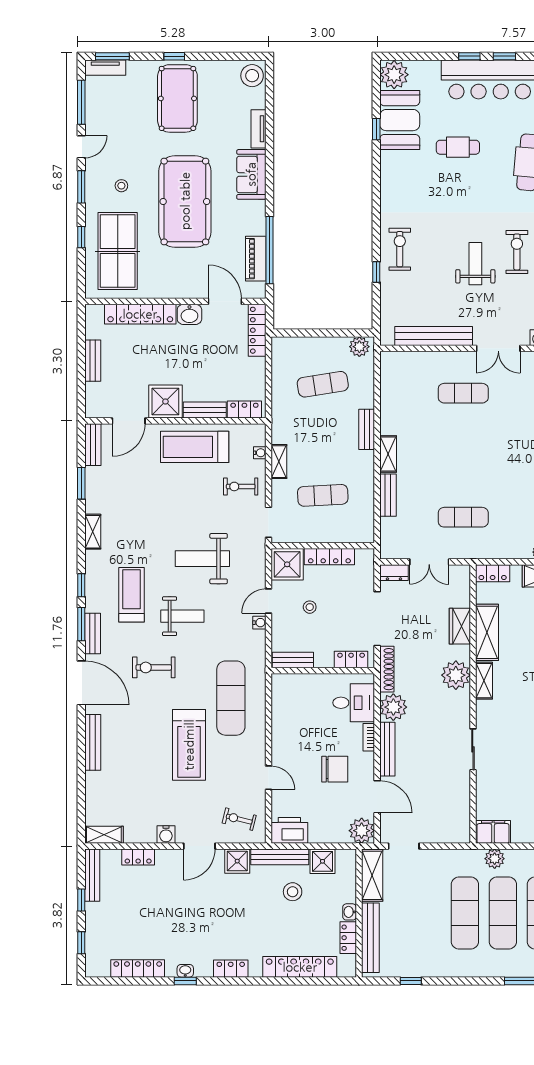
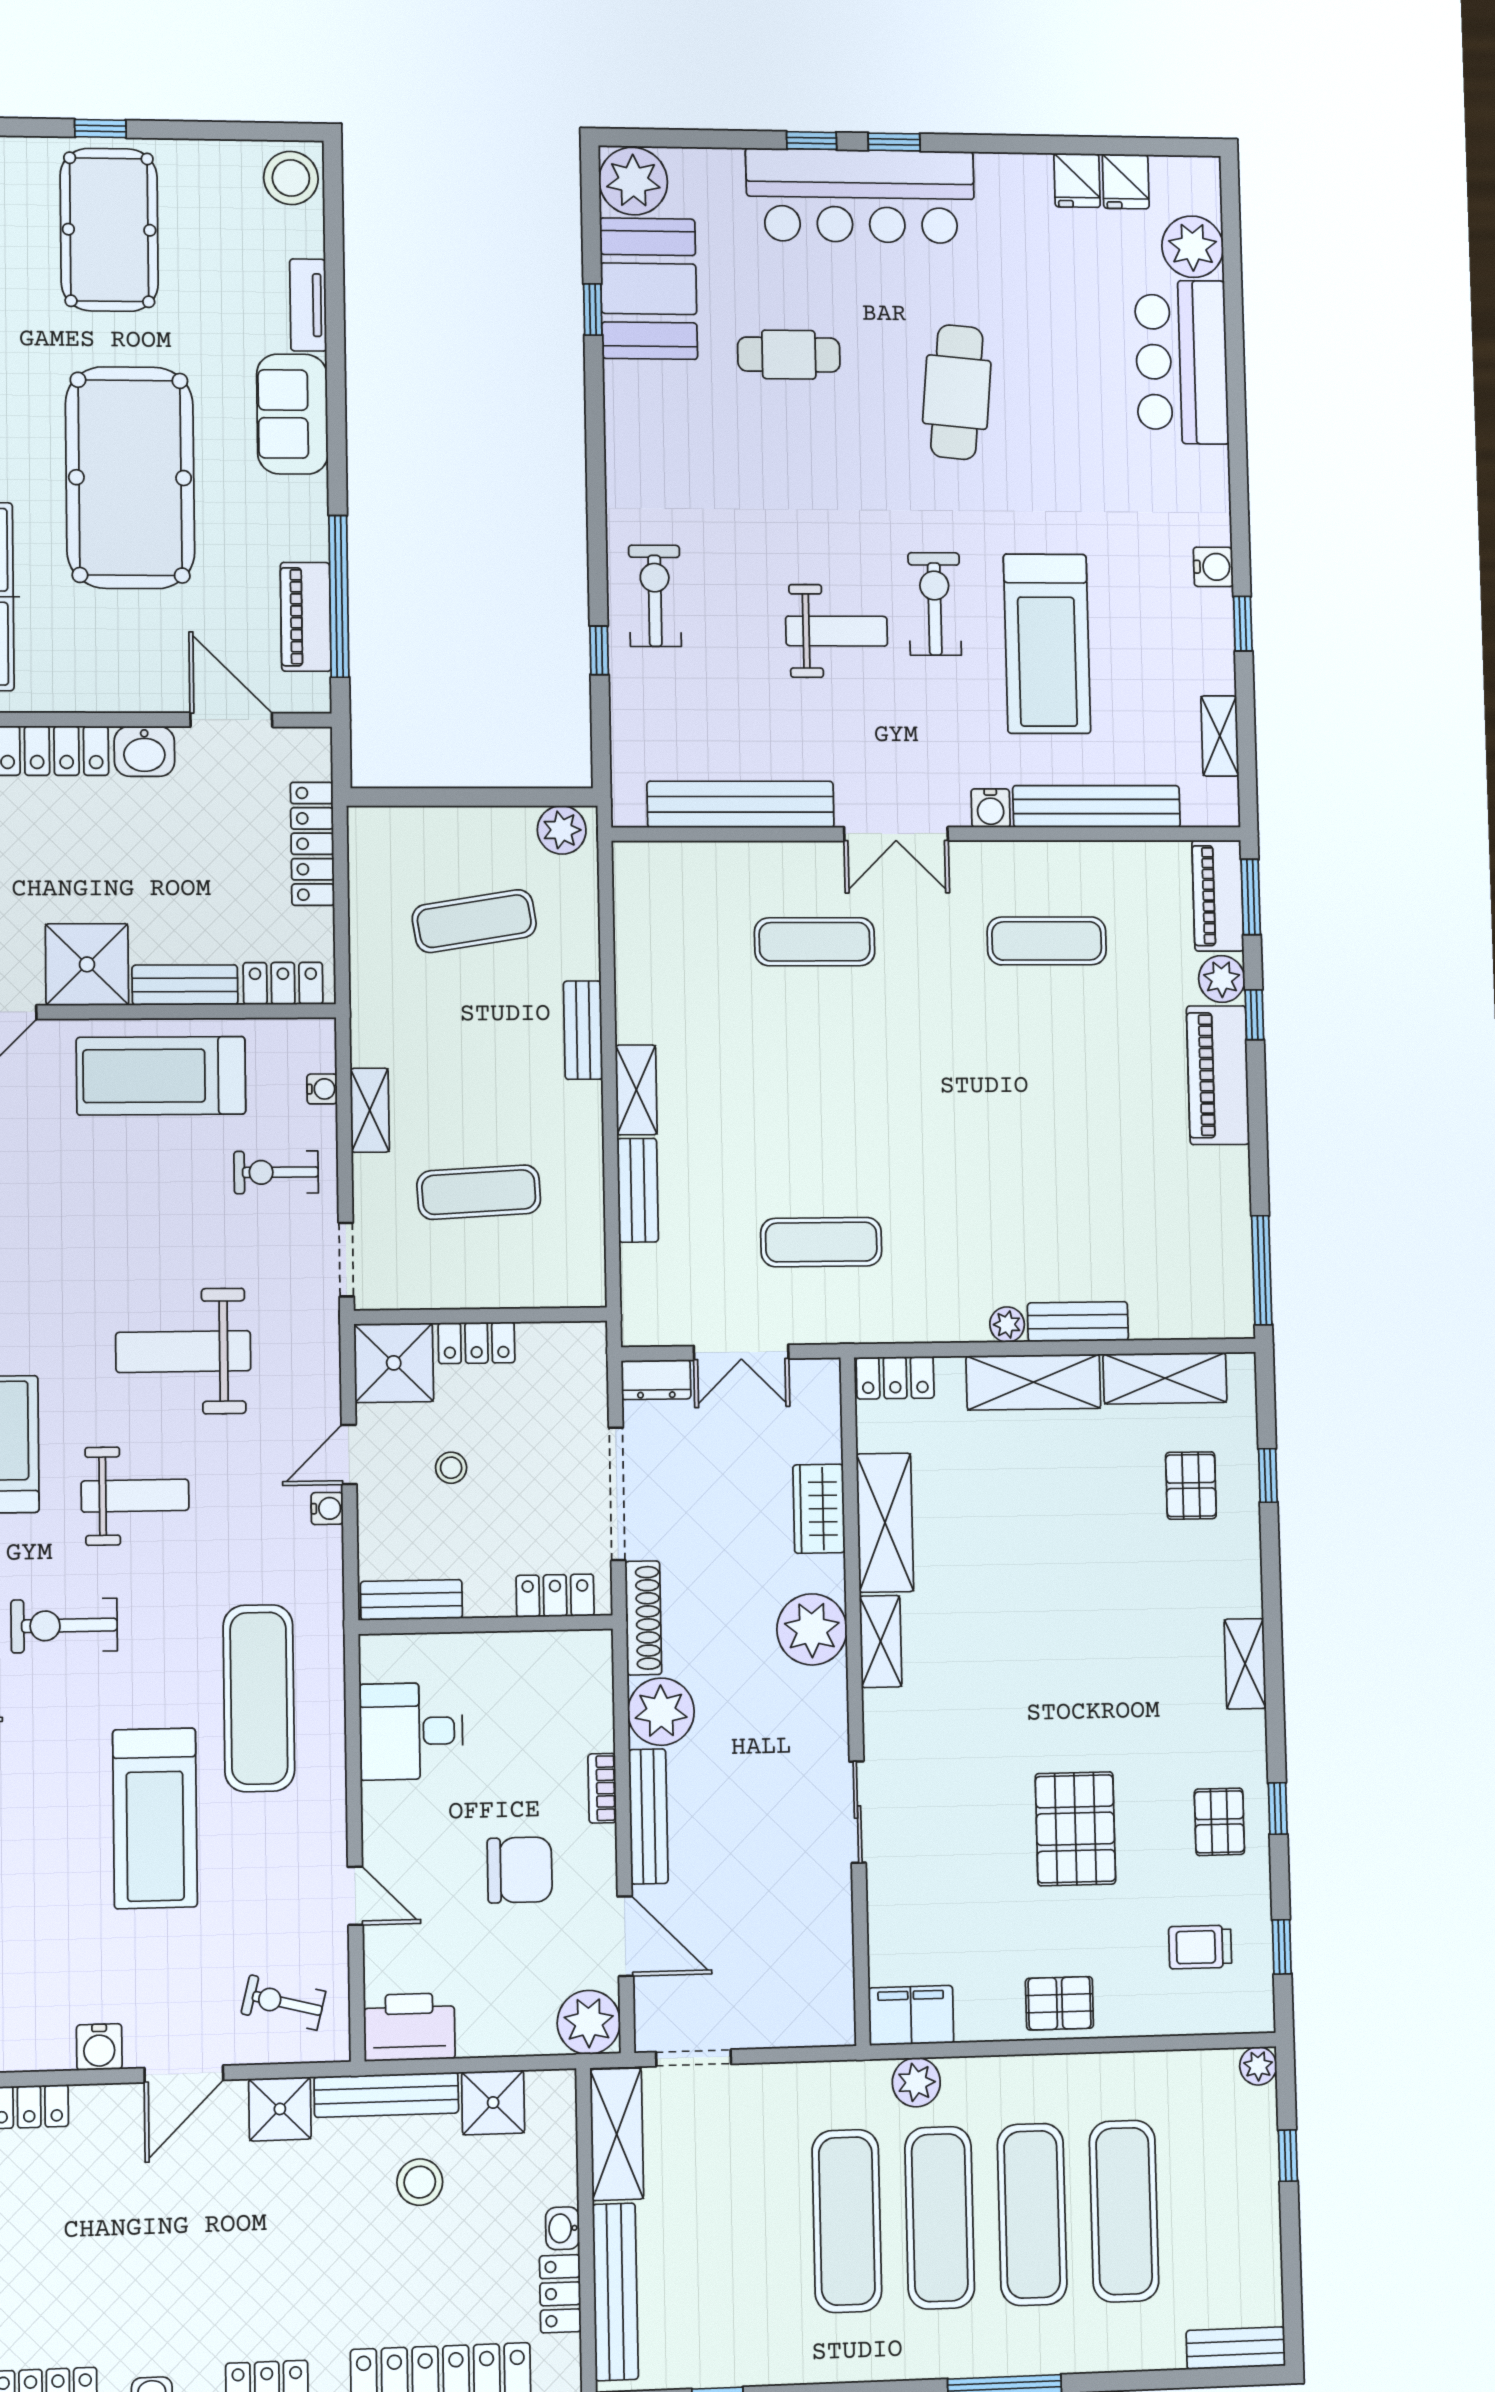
weight bench: (475, 264) -> (837, 631), turned 90
locker: (257, 330) -> (312, 844), moved
locker: (329, 557) -> (476, 1343), width x0.66
desk: (354, 703) -> (411, 1731), moved, turned 180

